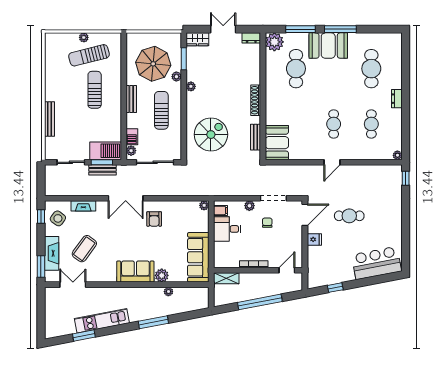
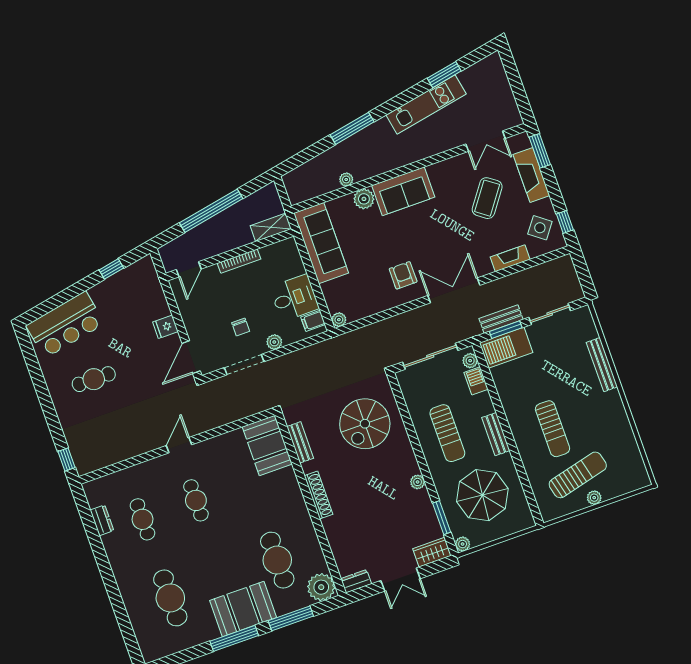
plant: (176, 77) -> (463, 544), moved
dresser: (397, 99) -> (102, 520), moved
plant: (397, 155) -> (90, 488), removed
cafe table: (349, 216) -> (94, 379), moved

